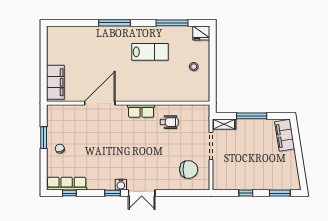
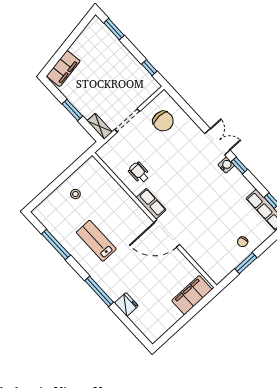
fridge: (201, 33) -> (126, 304), moved
door: (100, 103) -> (167, 234), moved
window: (252, 116) -> (72, 110), width x0.69
chair: (189, 169) -> (163, 121), turned 180
window: (246, 193) -> (149, 68), moved

